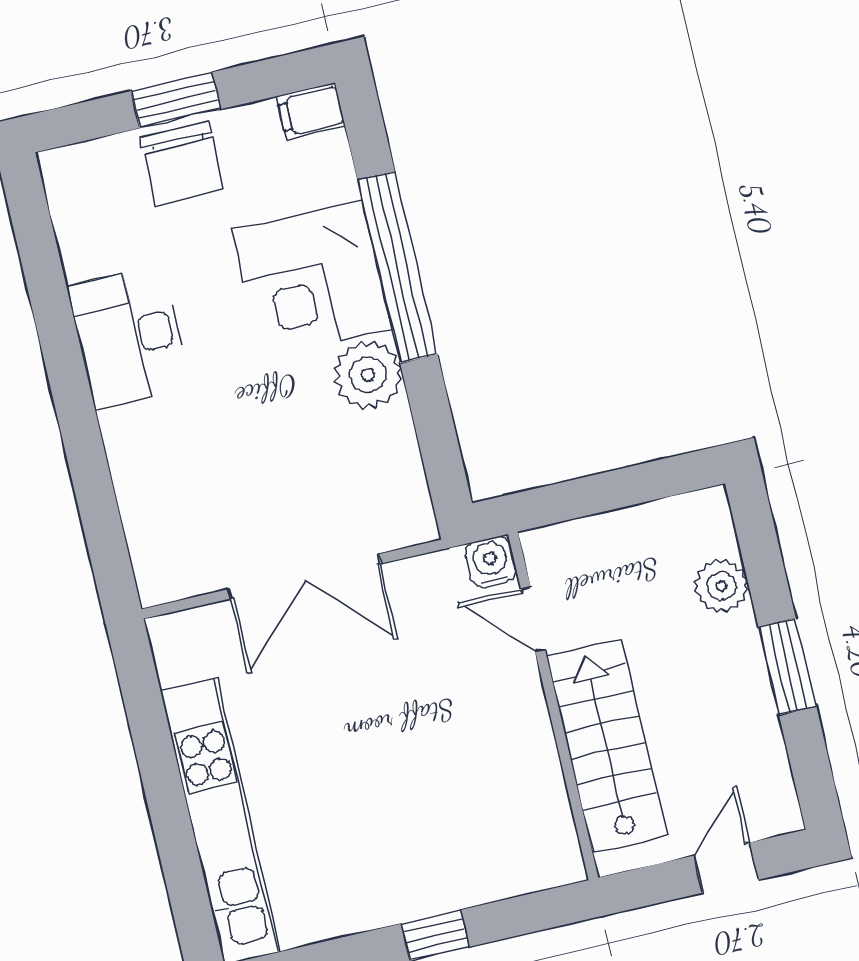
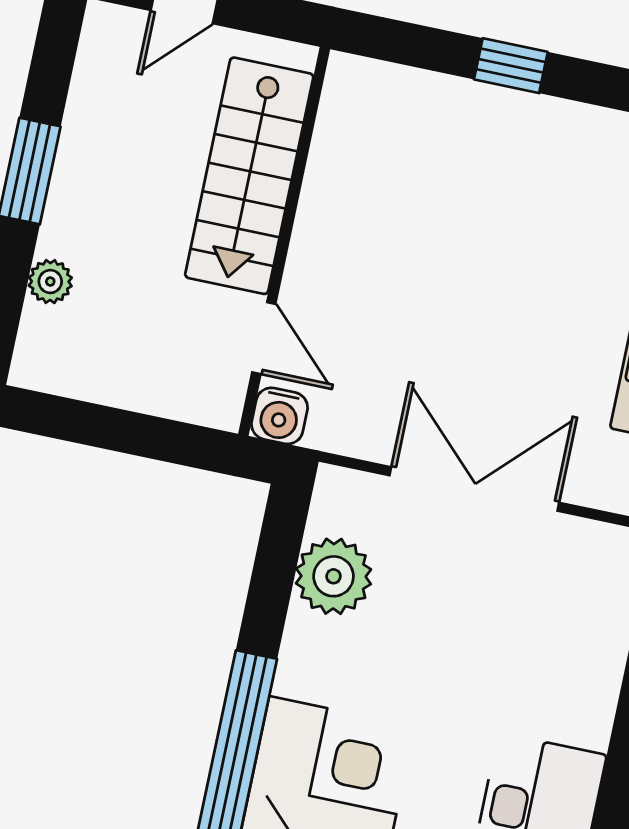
plant: (368, 375) -> (334, 576), moved
plant: (721, 586) -> (50, 282), width x0.73, depth x0.73

